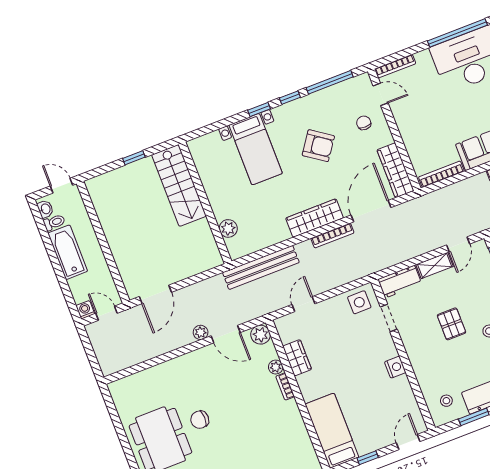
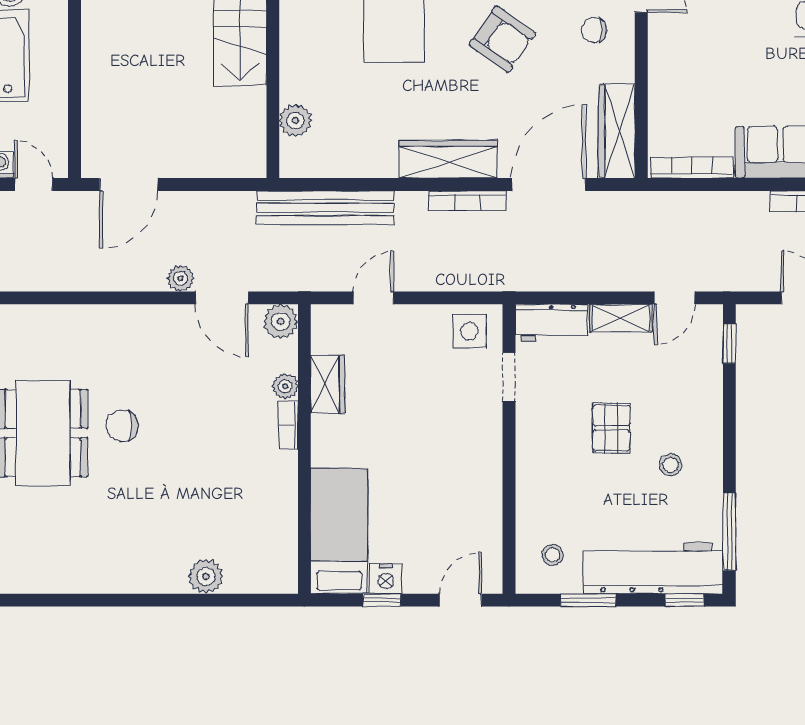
chair: (364, 123) -> (594, 30), turned -90
nightstand: (395, 367) -> (386, 579), moved, turned 90

